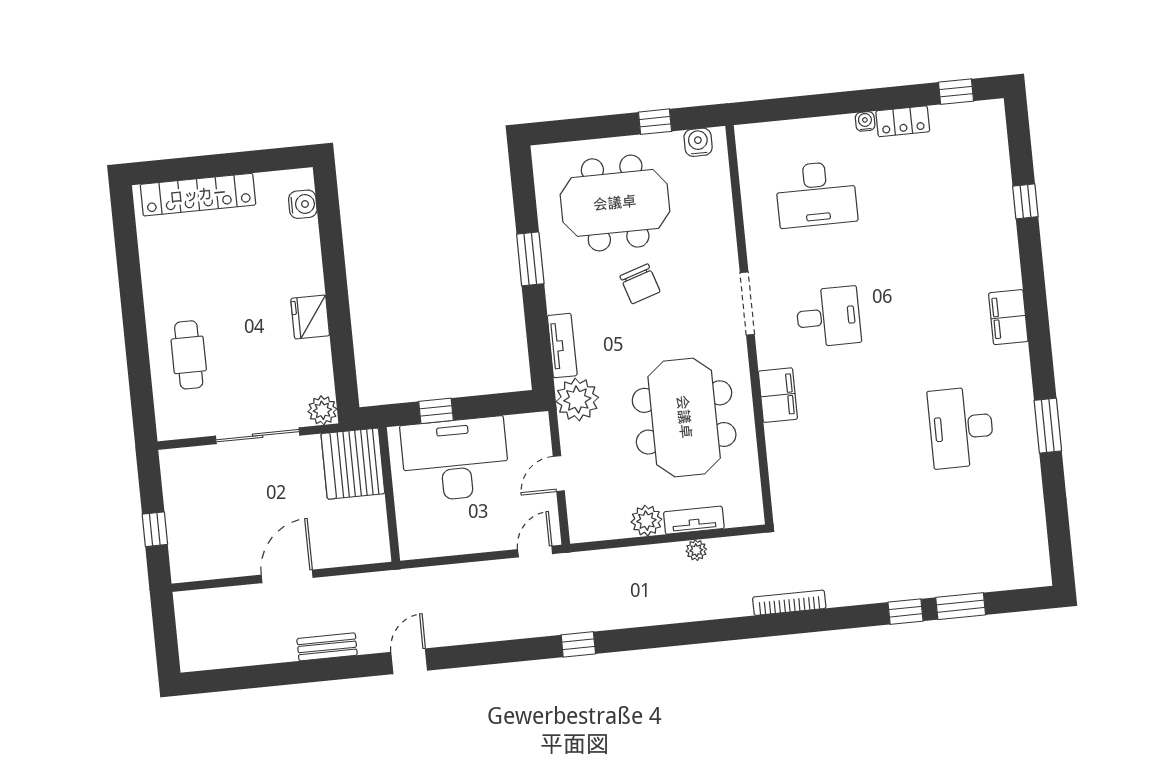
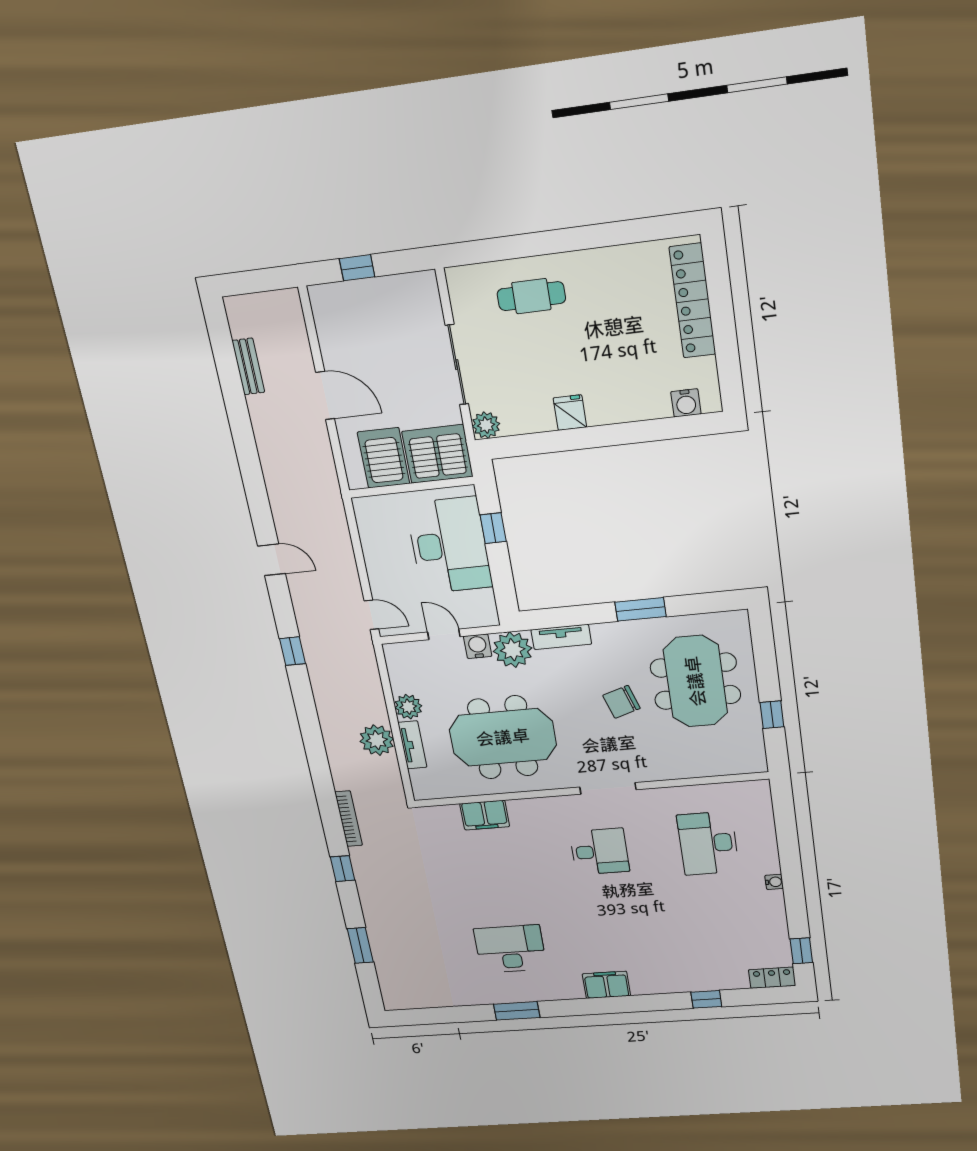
locker: (903, 121) -> (772, 978), moved, turned 90
water cooler: (698, 142) -> (478, 646), moved, turned -90
fridge: (310, 317) -> (570, 413), width x0.72
desk: (828, 317) -> (599, 851), turned -90
filing cabinet: (778, 395) -> (485, 815), moved
server rack: (356, 521) -> (384, 458), added
plant: (696, 550) -> (377, 740), width x1.88, depth x1.88
window: (905, 612) -> (343, 869), moved
bench: (327, 647) -> (248, 366), moved
door: (409, 661) -> (271, 560), moved

